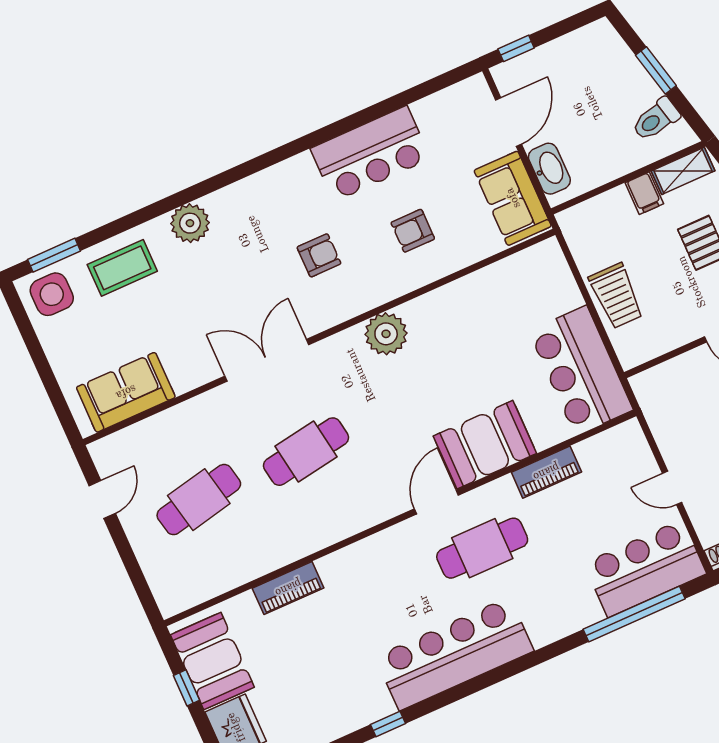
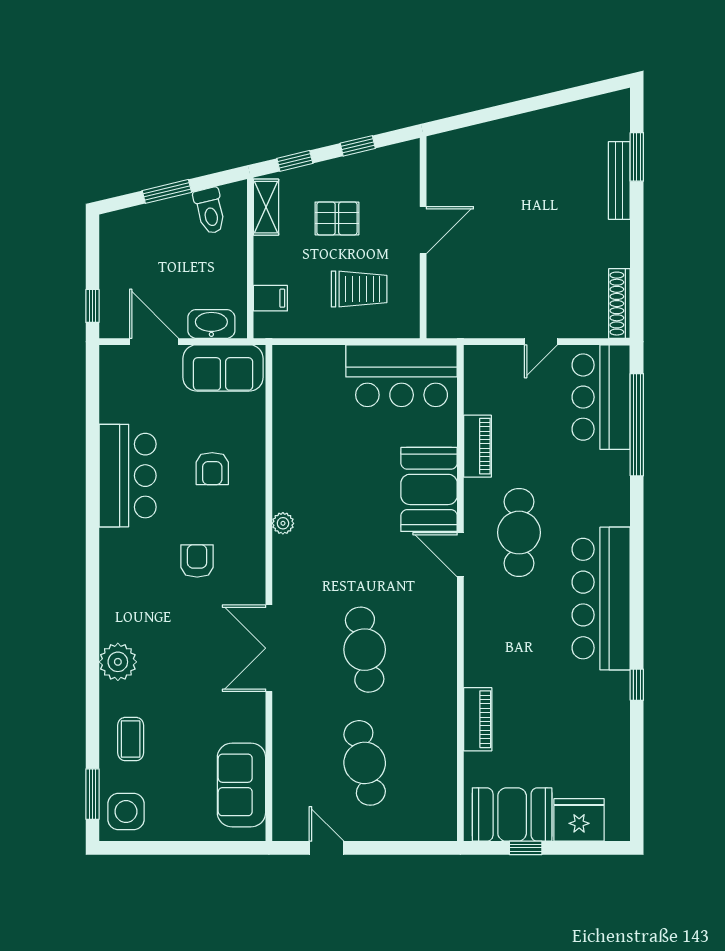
filing cabinet: (644, 193) -> (270, 298), moved
coffee table: (122, 268) -> (131, 739), width x0.73, depth x0.77
trolley: (616, 296) -> (359, 289), moved
plant: (386, 334) -> (283, 523), width x0.53, depth x0.53

